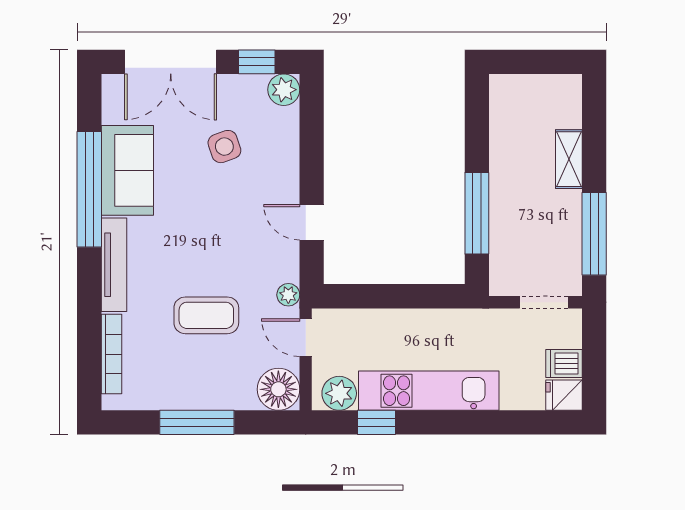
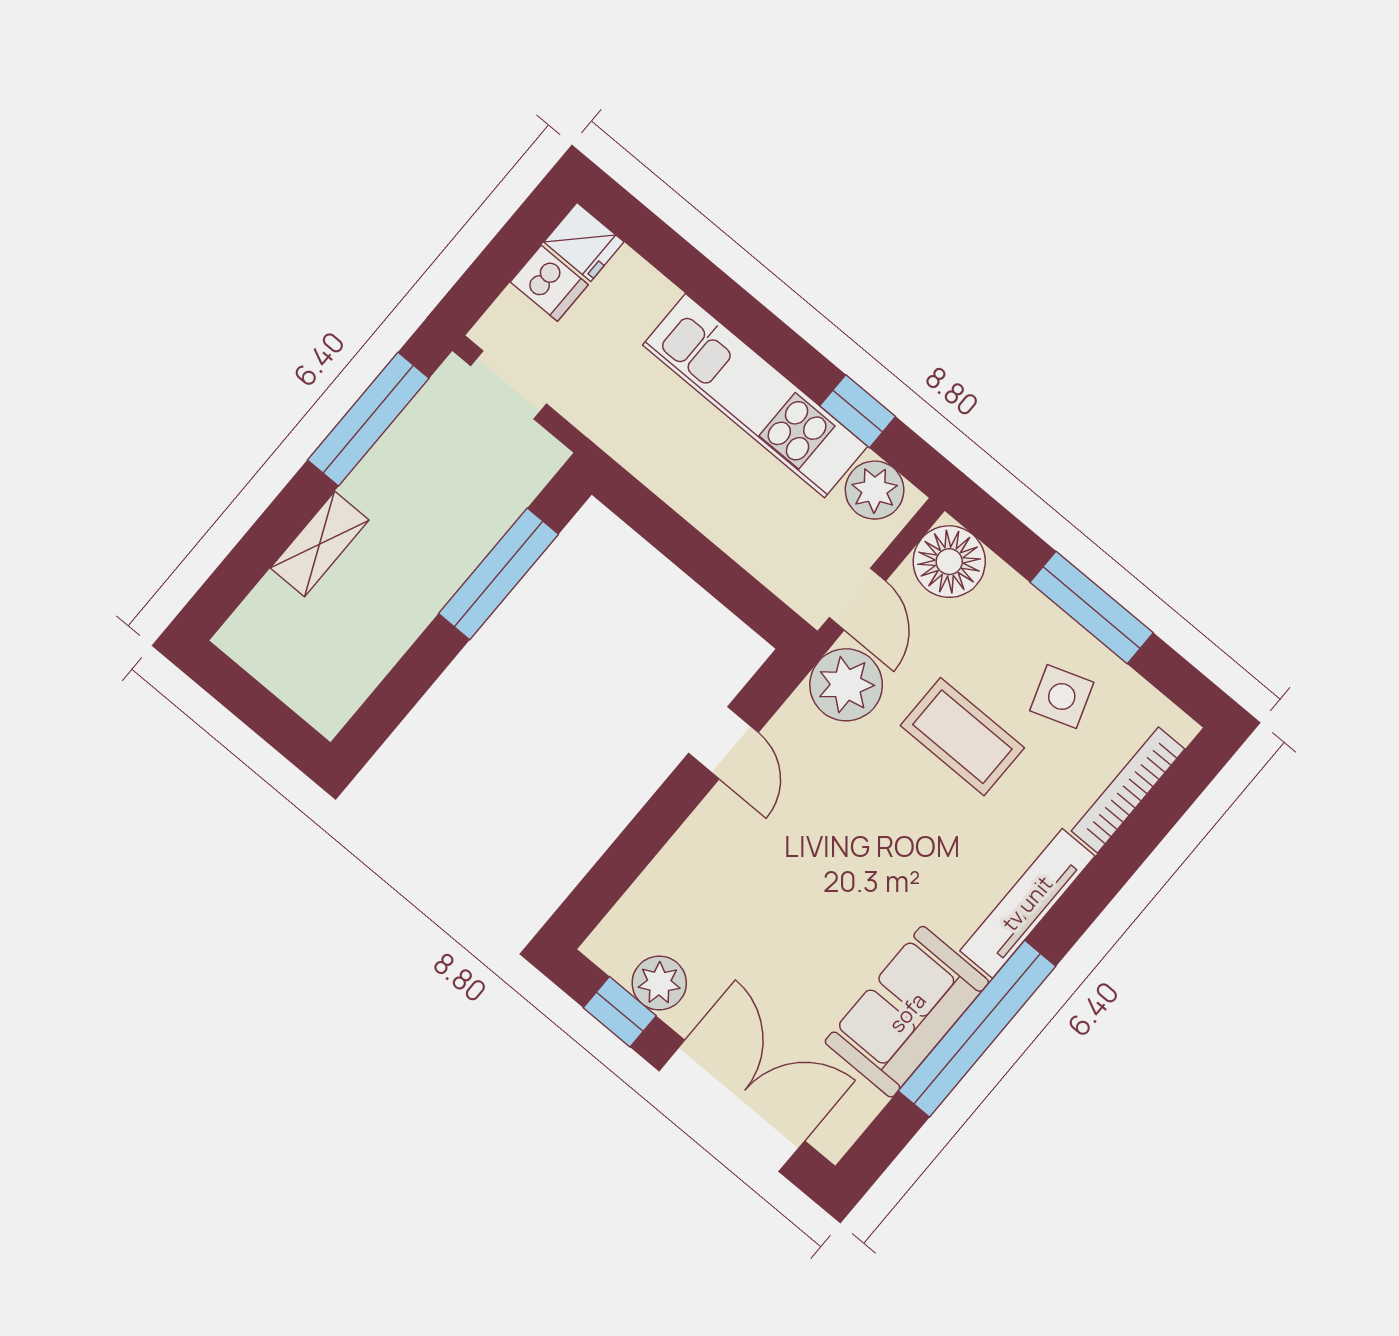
plant: (284, 90) -> (659, 983), moved
side table: (224, 147) -> (1062, 696), moved
plant: (288, 295) -> (846, 685), width x1.88, depth x1.88

